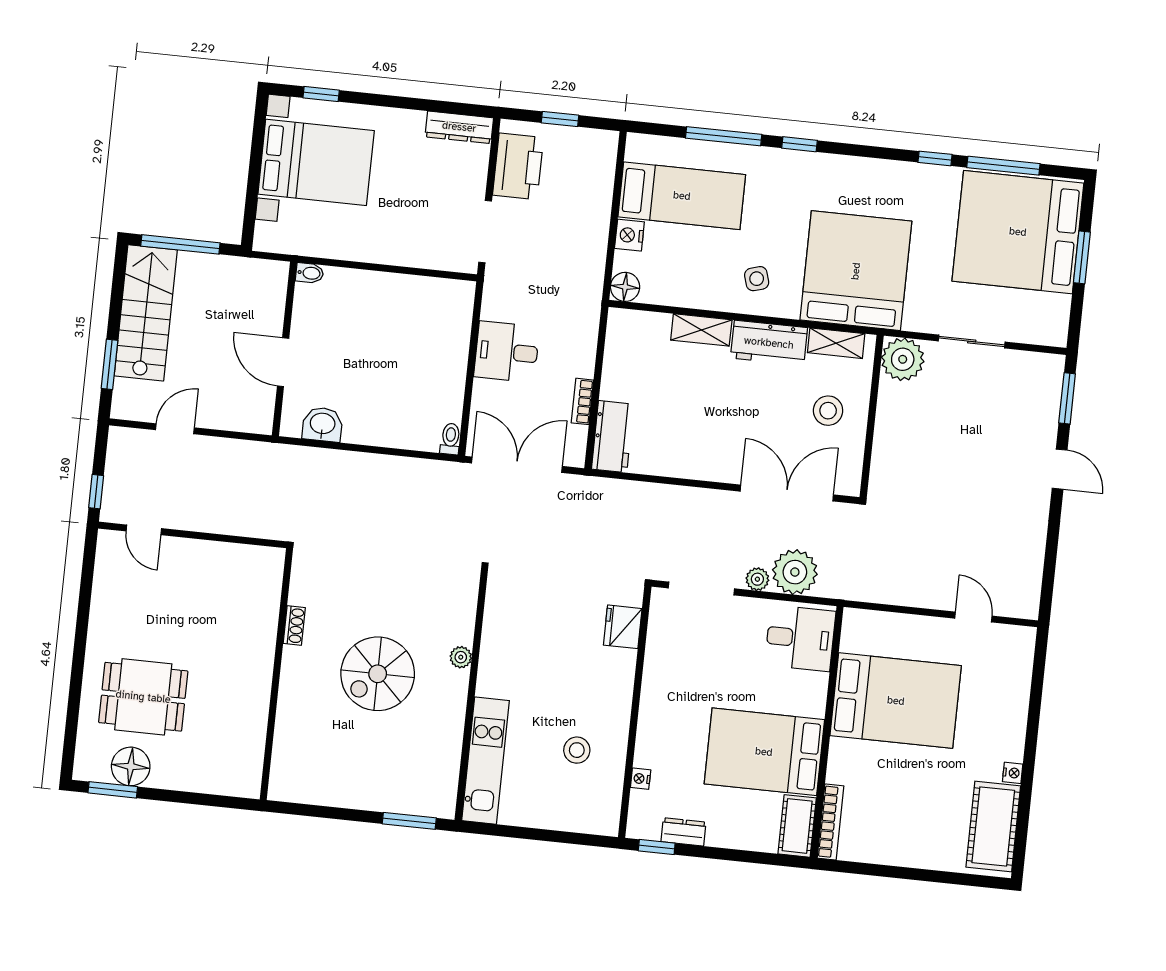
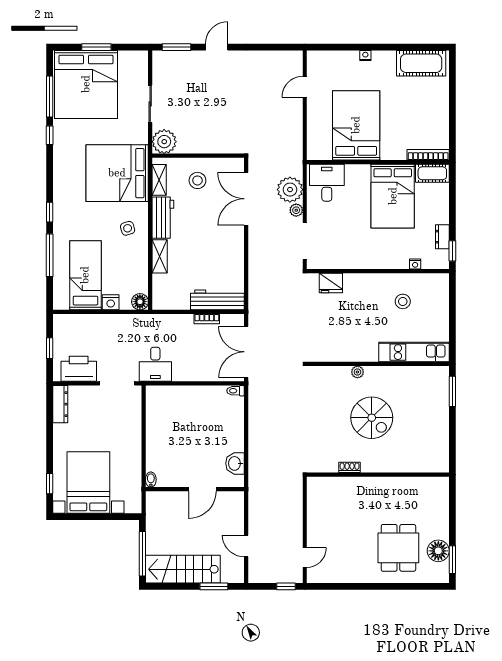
desk: (507, 352) -> (155, 364), moved
workbench: (613, 437) -> (217, 300), width x1.38
nightstand: (1013, 773) -> (365, 55), moved

